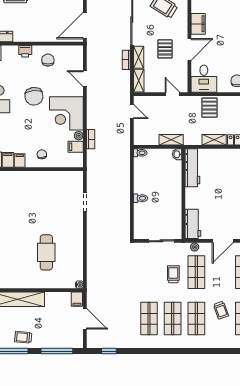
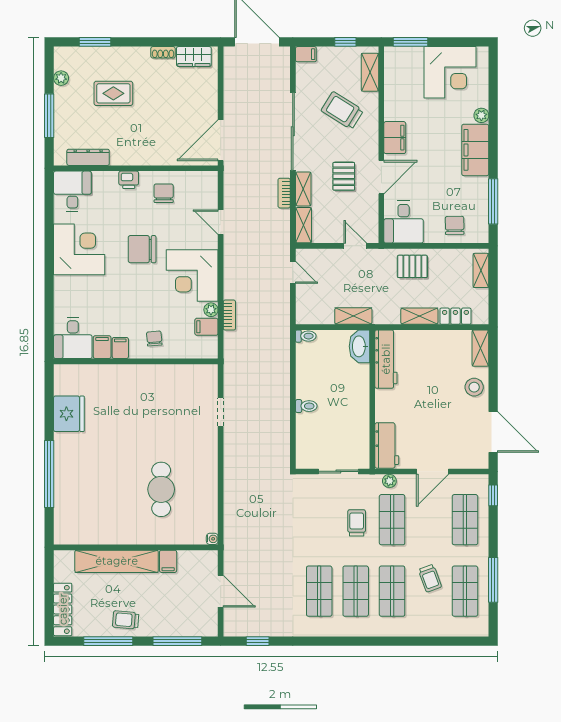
chair: (34, 96) -> (142, 249), turned 96
pallet: (210, 108) -> (412, 266), turned 90
washbasin: (177, 154) -> (359, 346), width x1.91, depth x1.45
filing cabinet: (77, 299) -> (168, 561), moved

